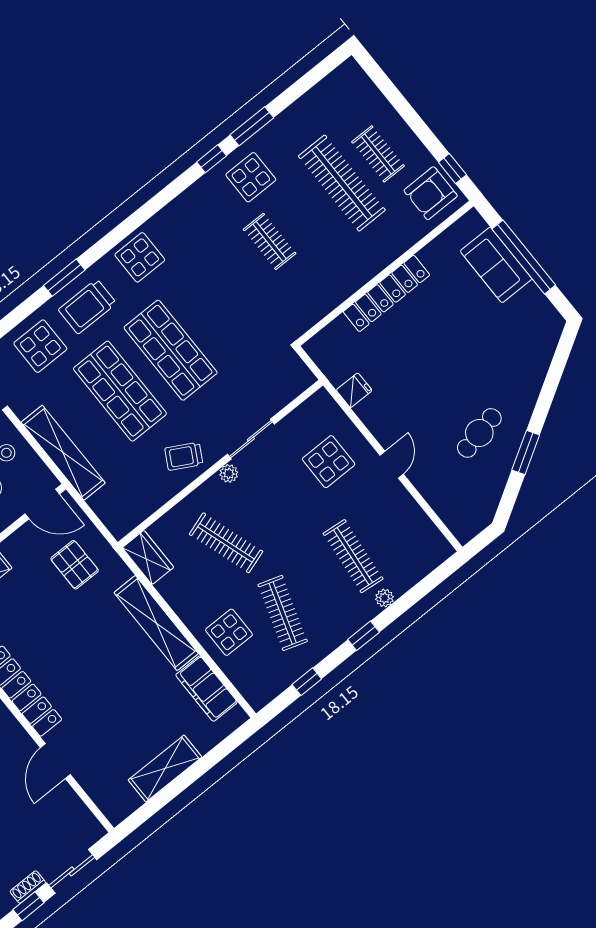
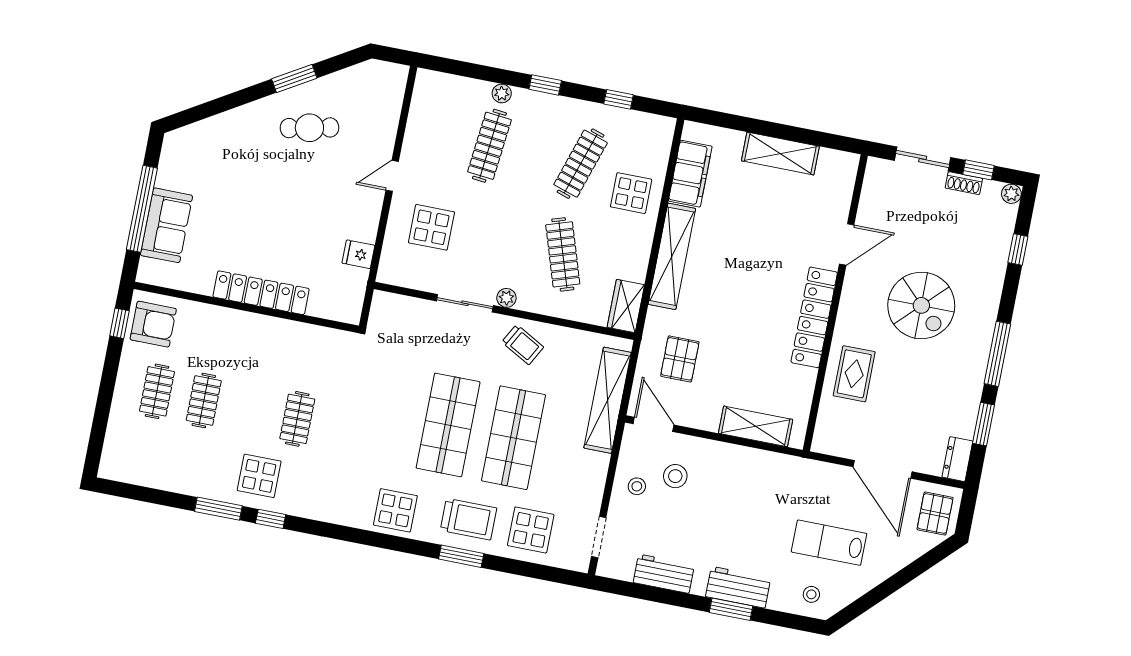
clothes rail: (342, 183) -> (204, 401), width x0.54, depth x0.76
shelving: (63, 453) -> (607, 400), moved

